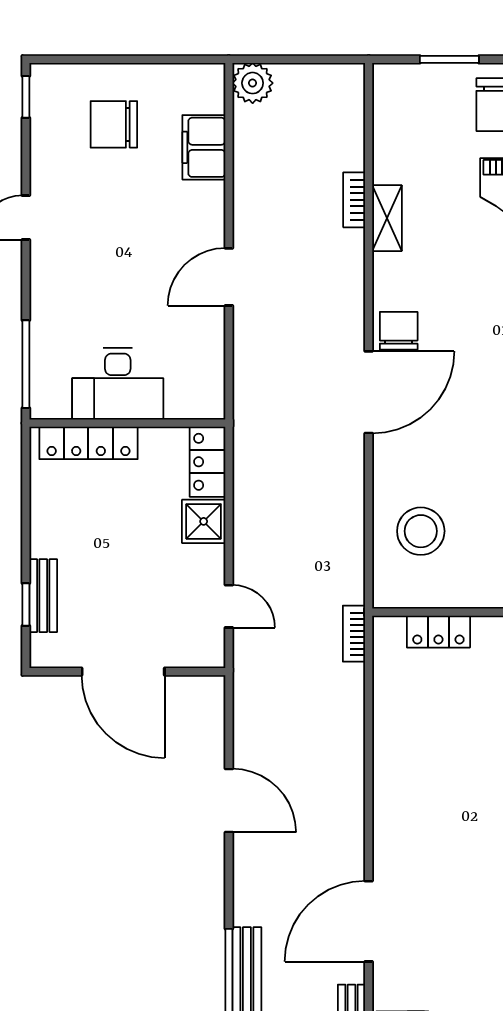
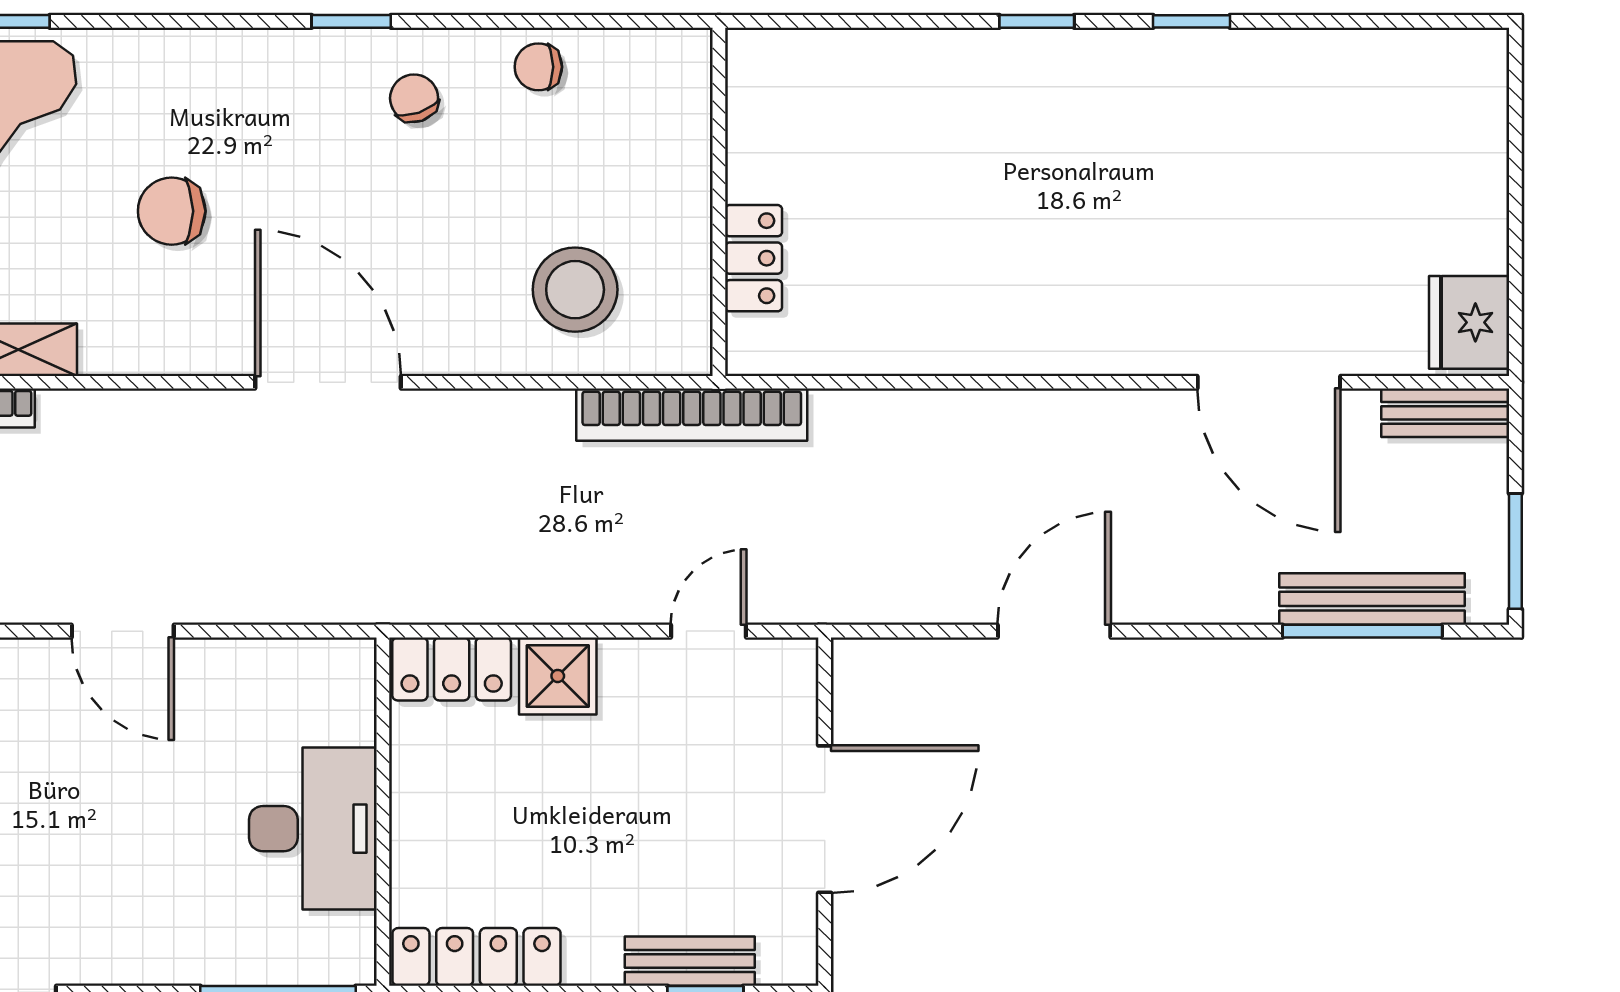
chair: (399, 331) -> (172, 211), moved
locker: (88, 443) -> (476, 957), moved, turned -90
bookcase: (354, 634) -> (692, 415), width x2.31, depth x1.31

